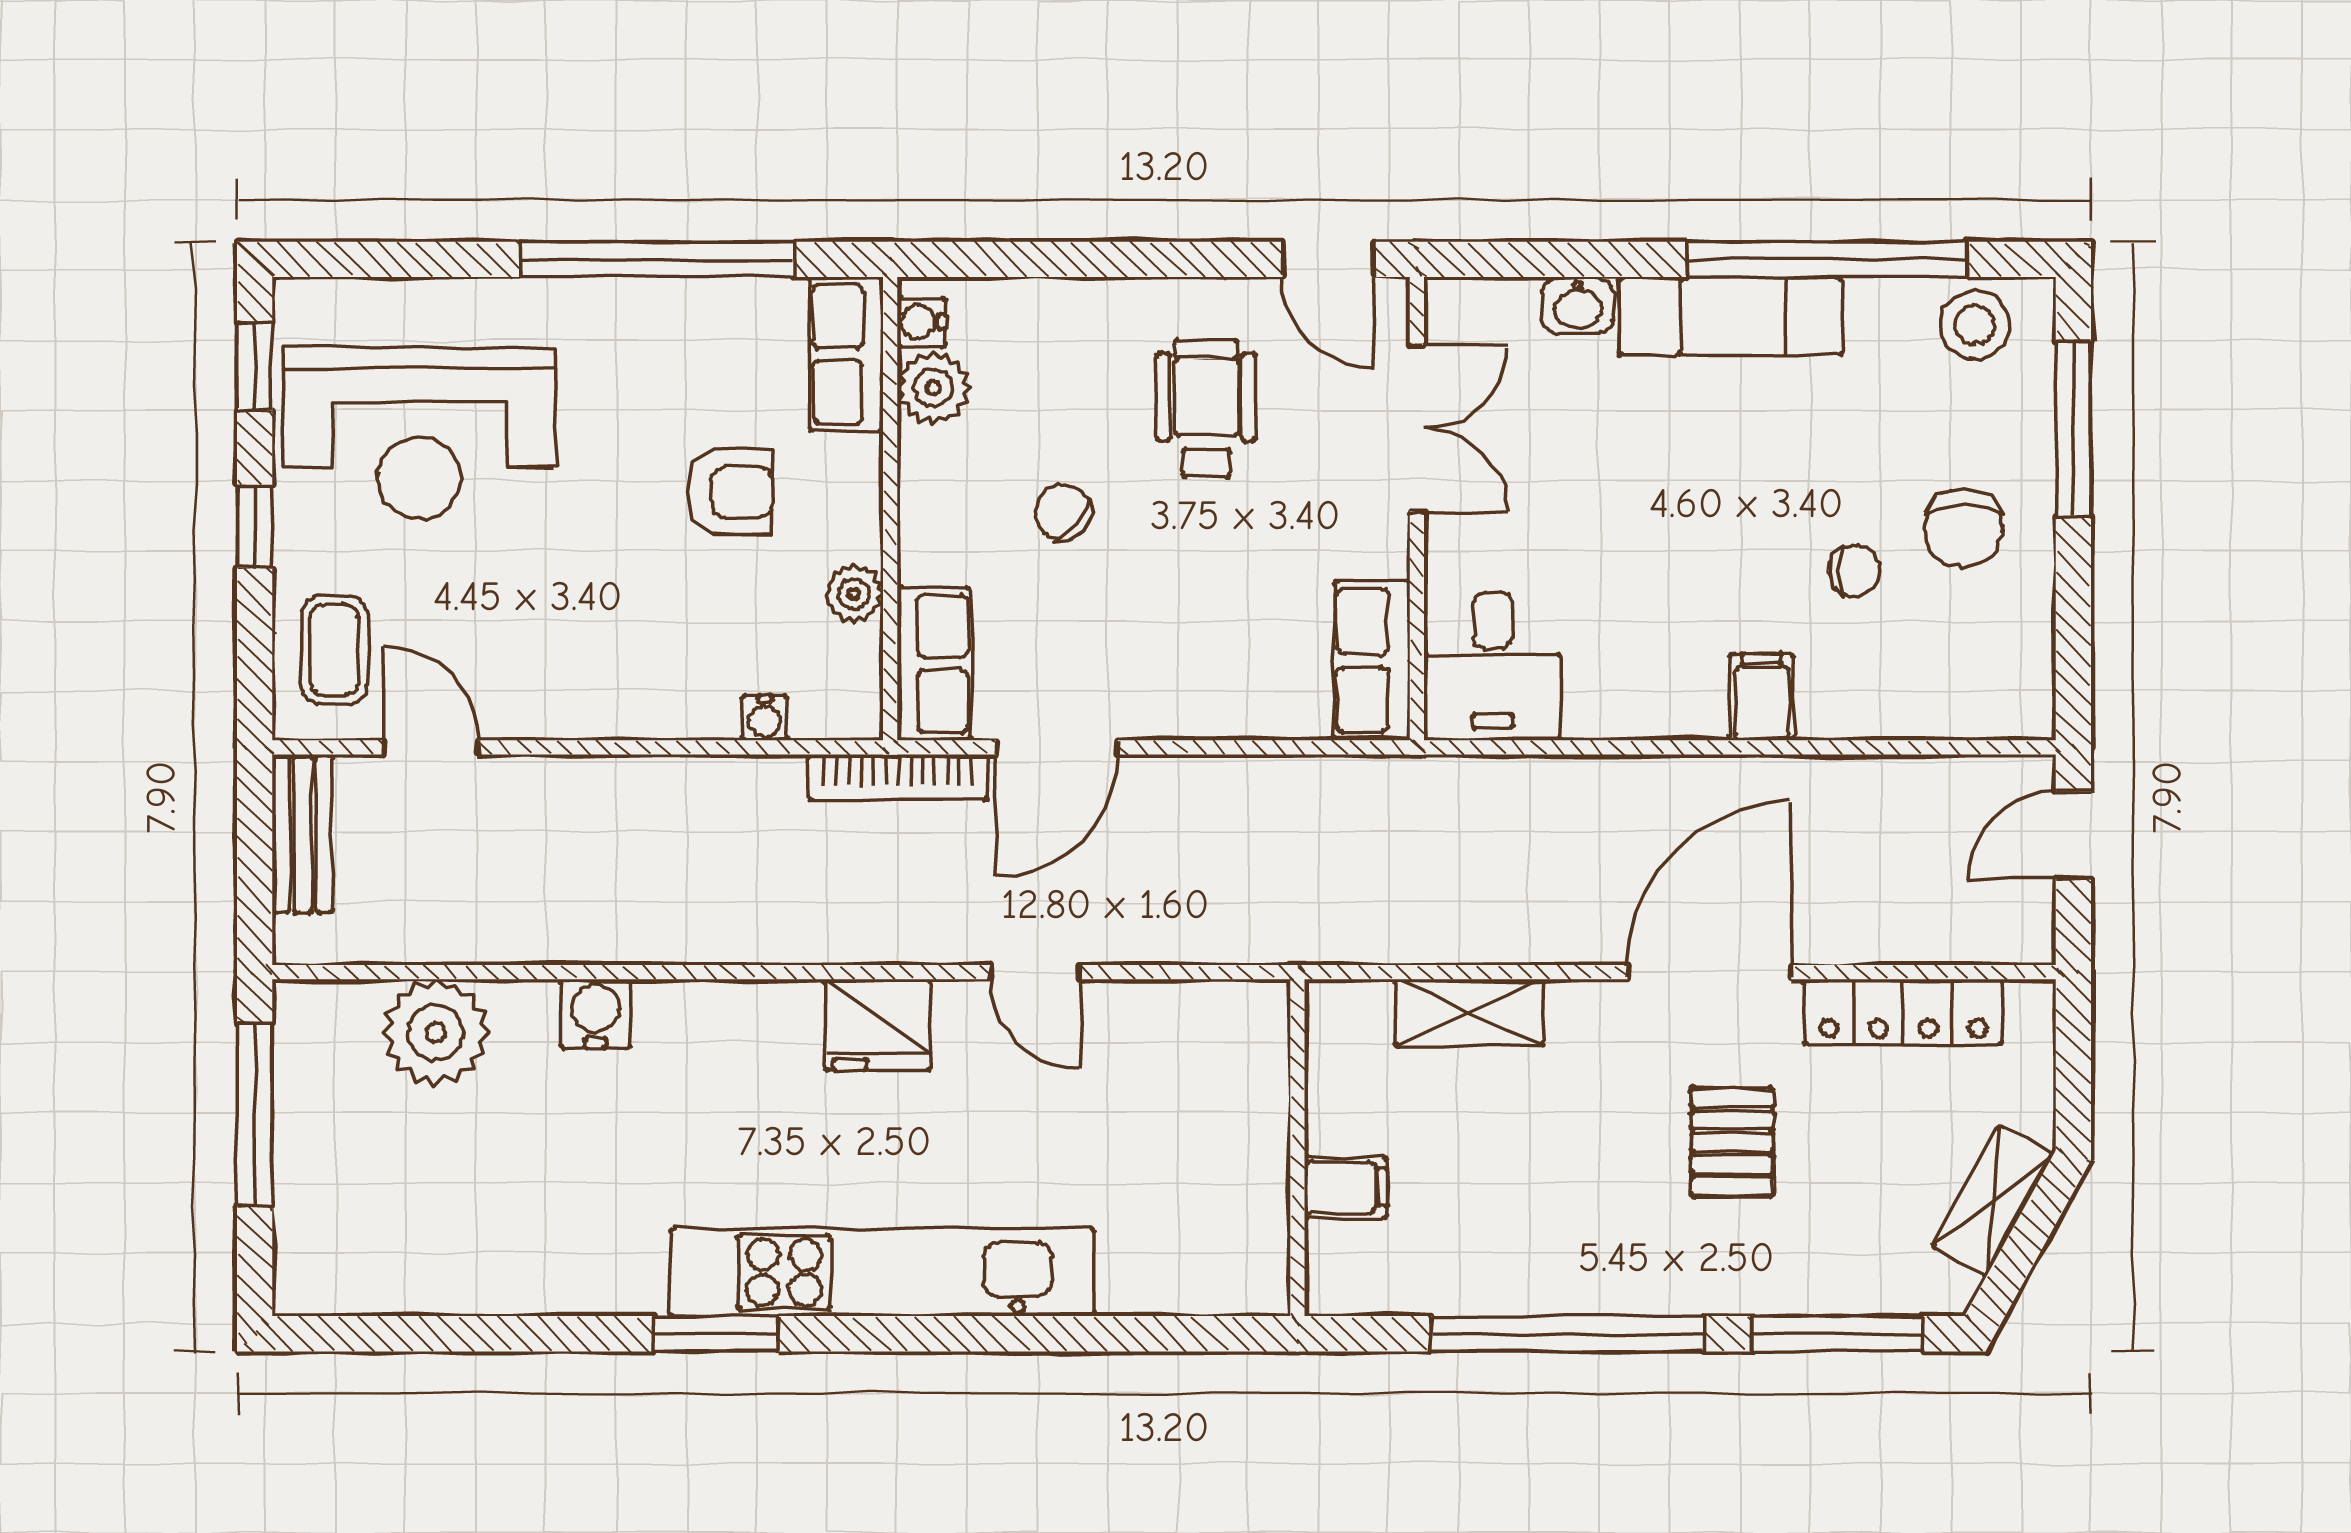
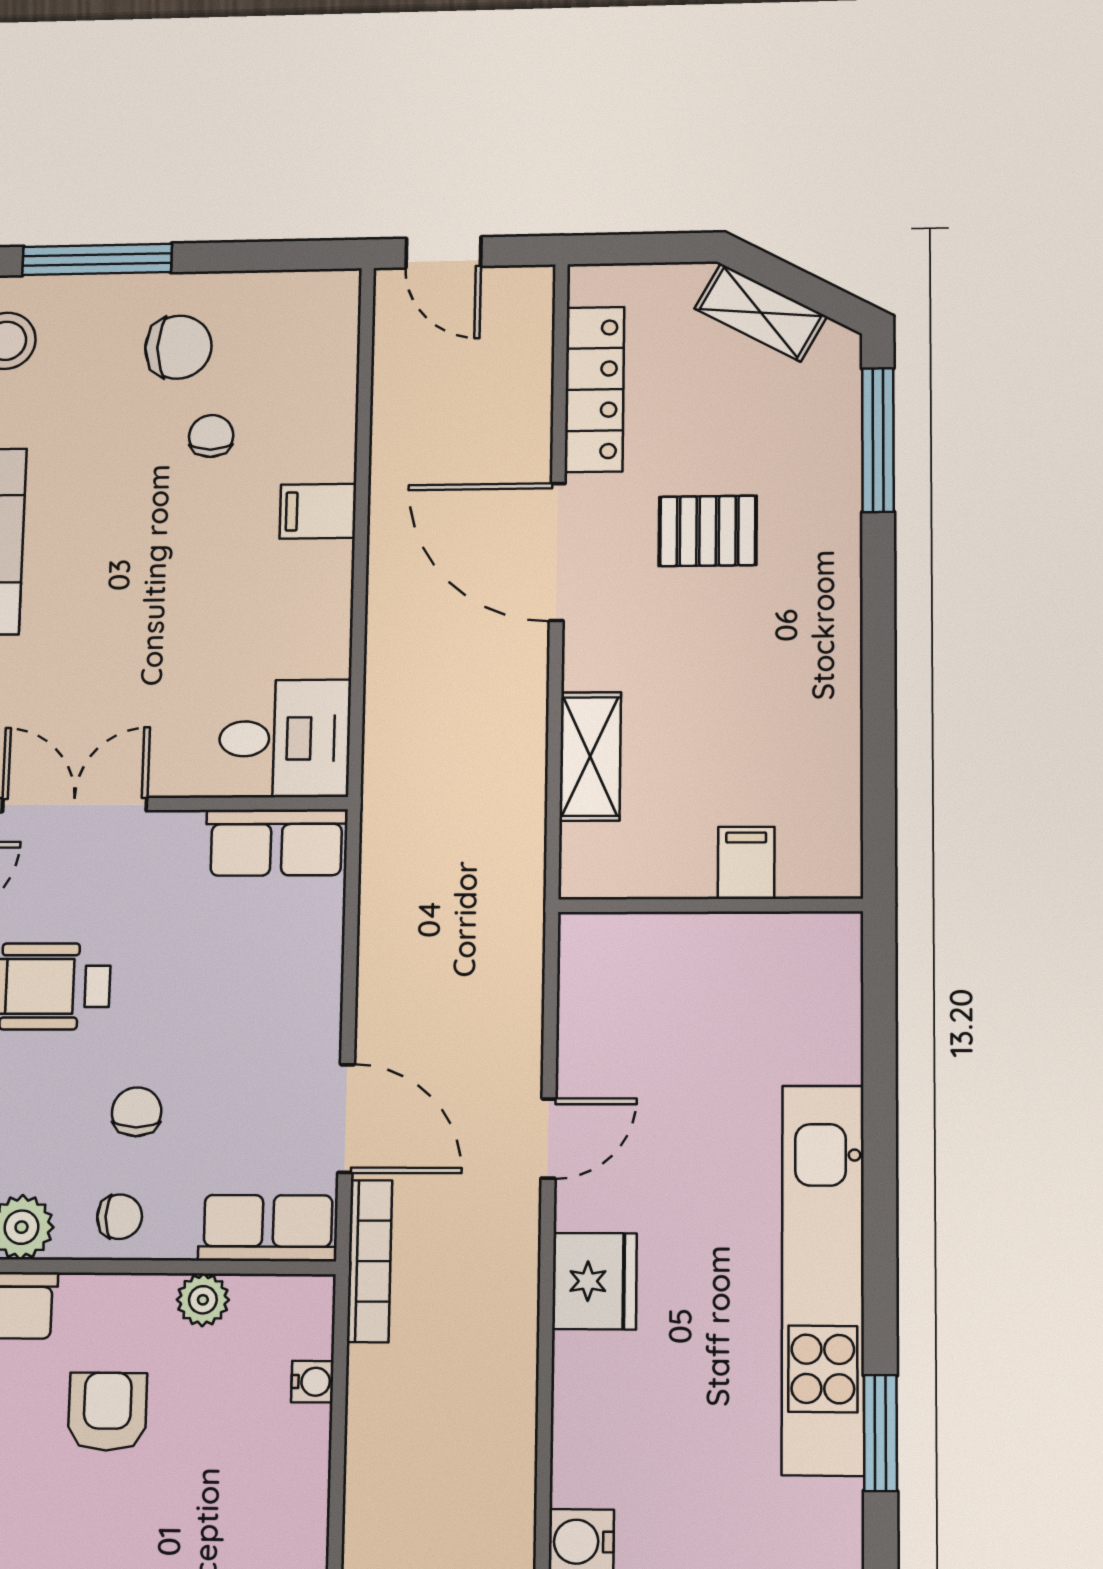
chair: (946, 498) -> (120, 1217), added
chair: (1064, 512) -> (137, 1112), turned 139
window: (1568, 1334) -> (879, 669), removed

